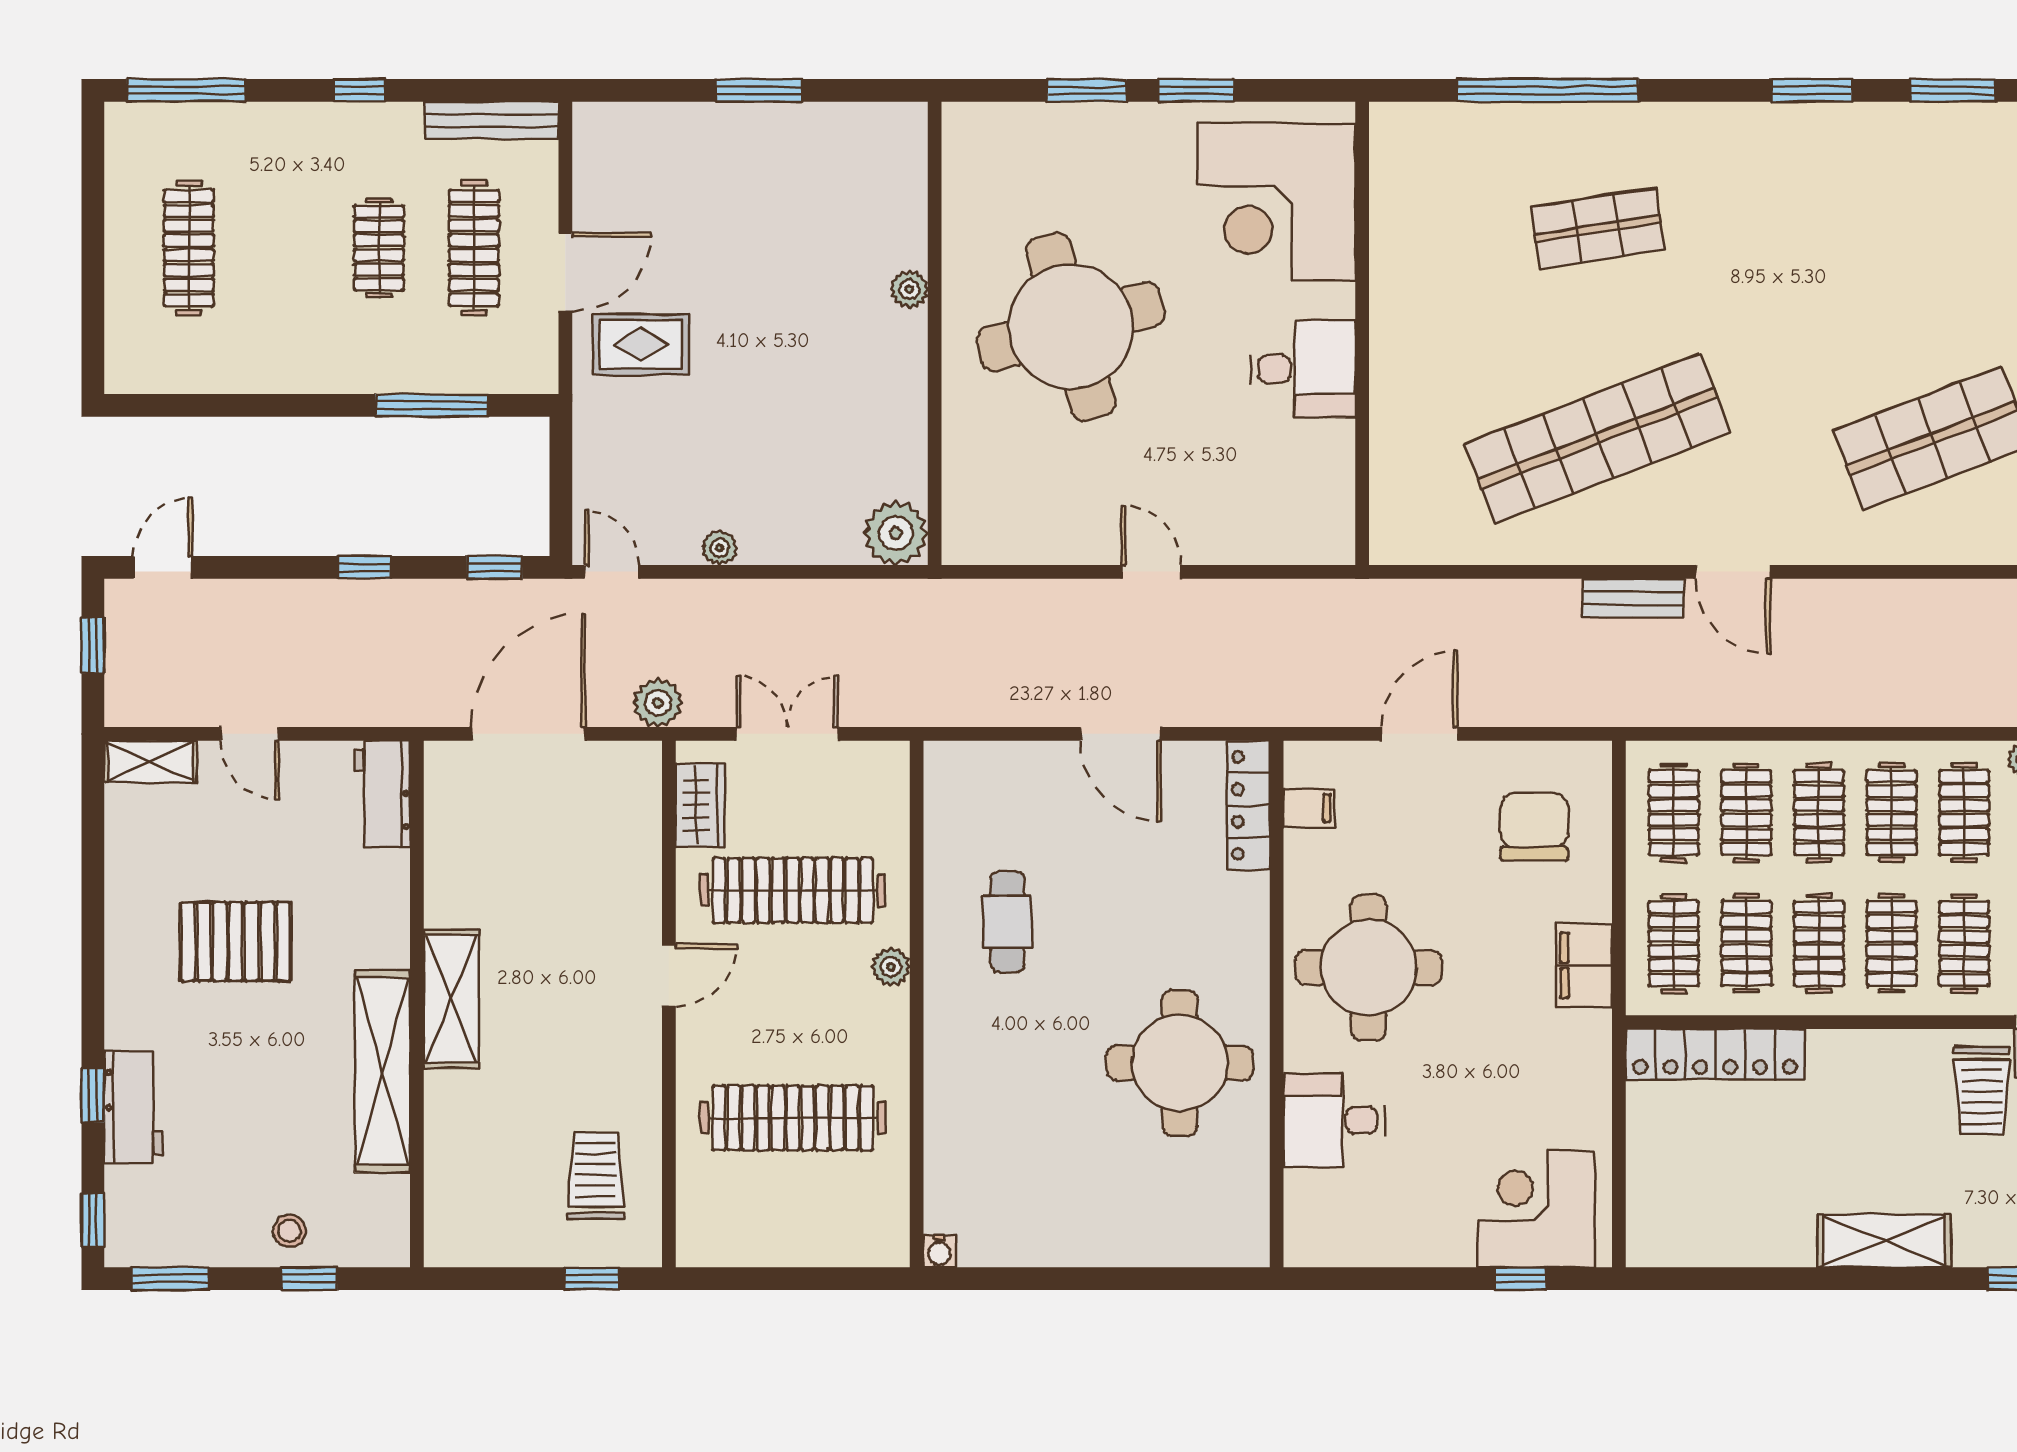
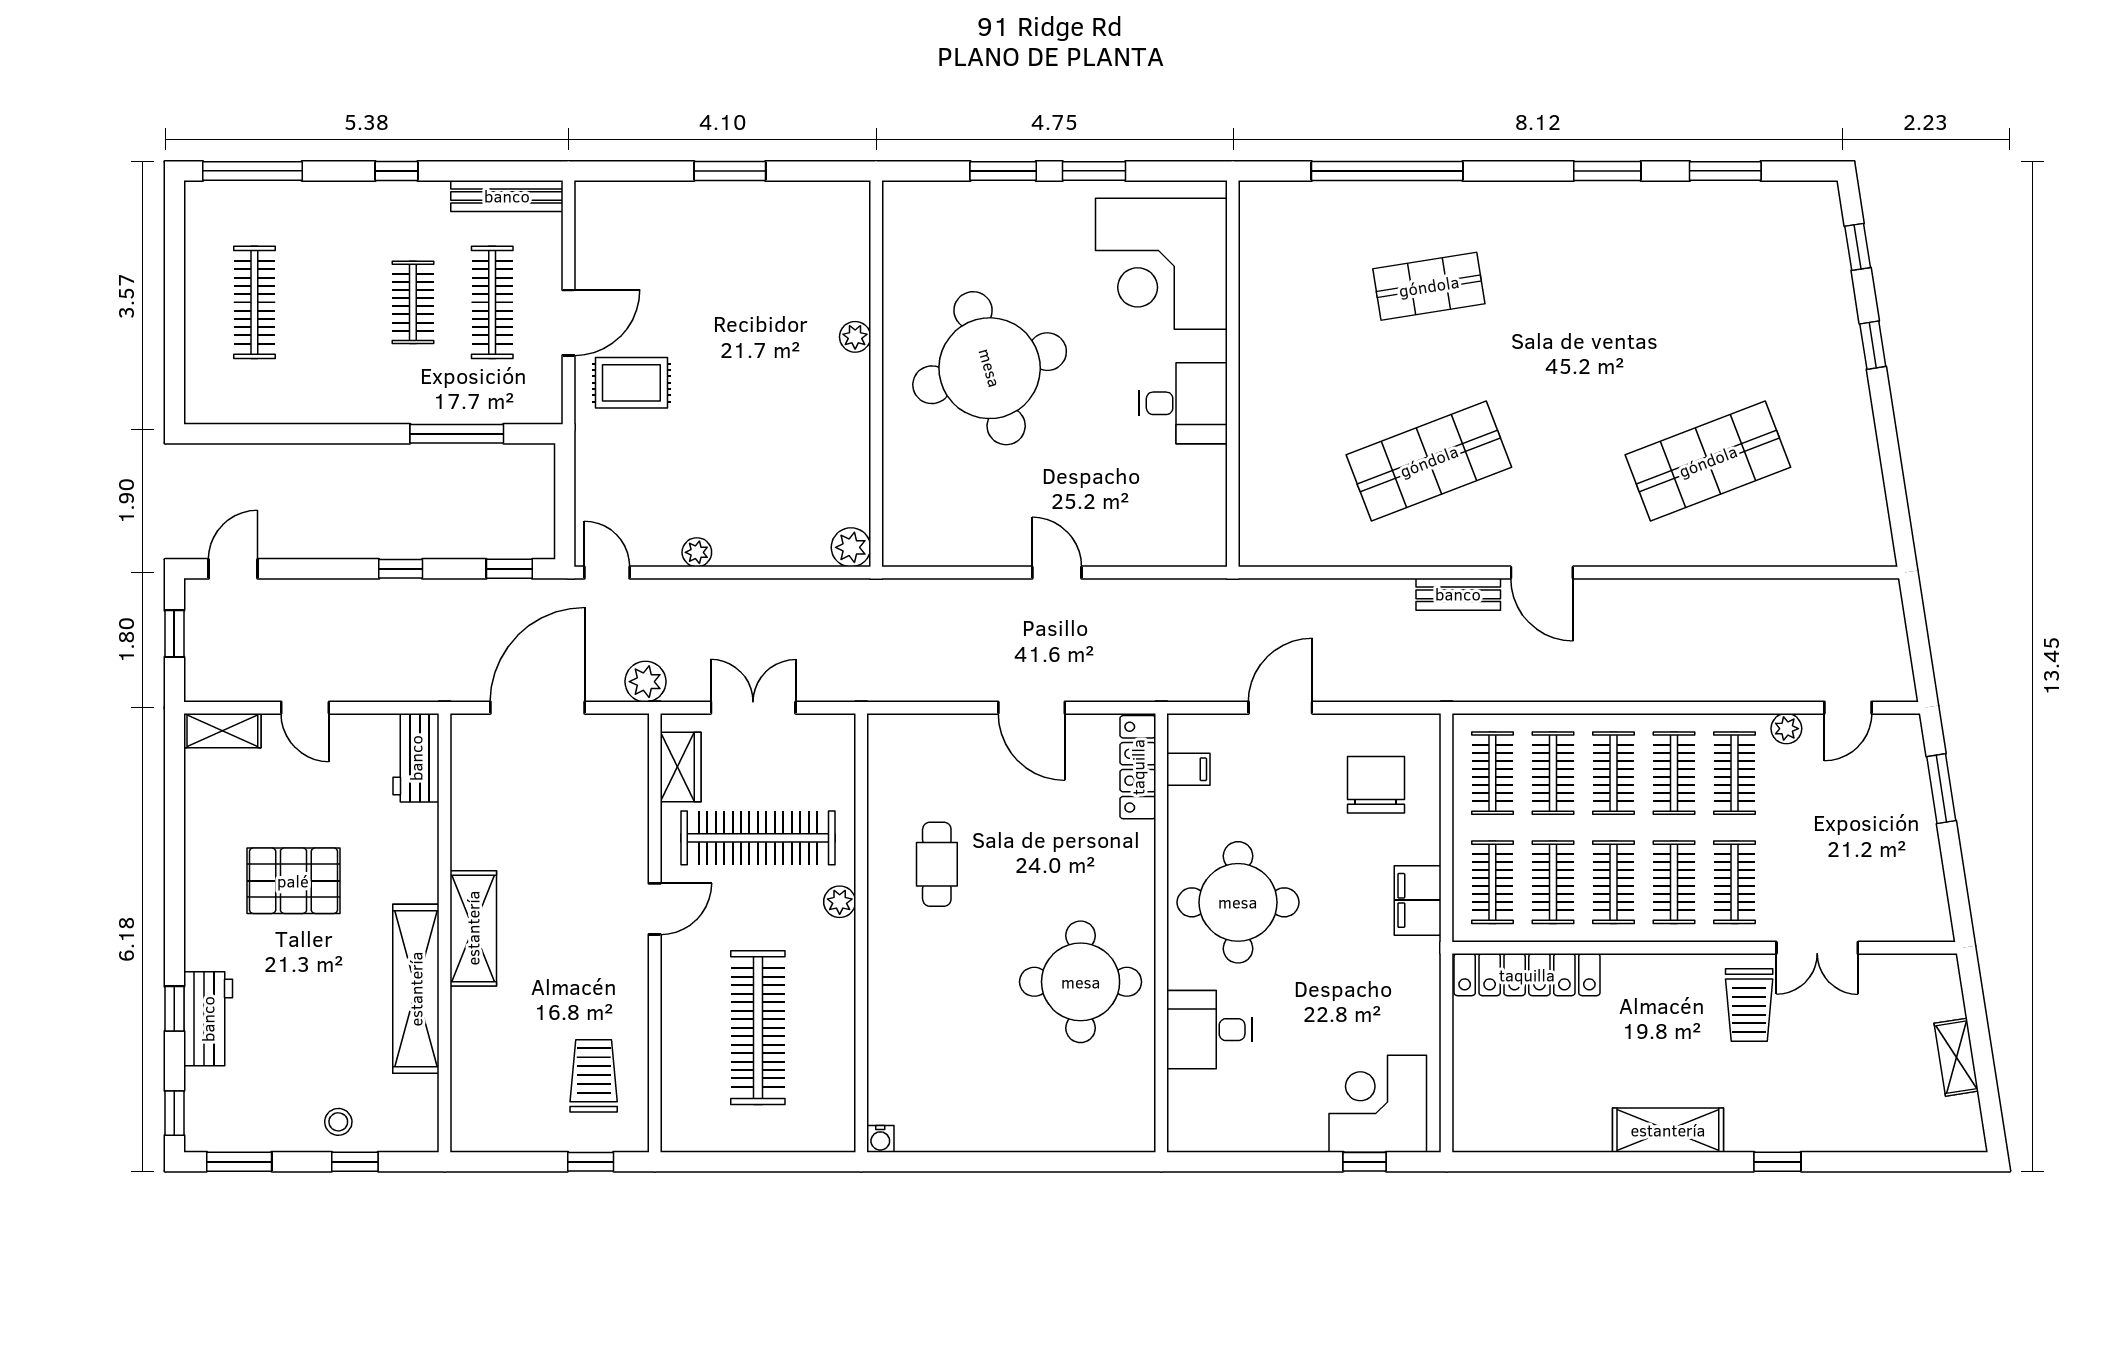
shop shelf: (1598, 438) -> (1429, 461), width x0.71
plant: (896, 533) -> (851, 547), width x0.73, depth x0.73
clothes rail: (793, 1118) -> (758, 1028), turned 90

